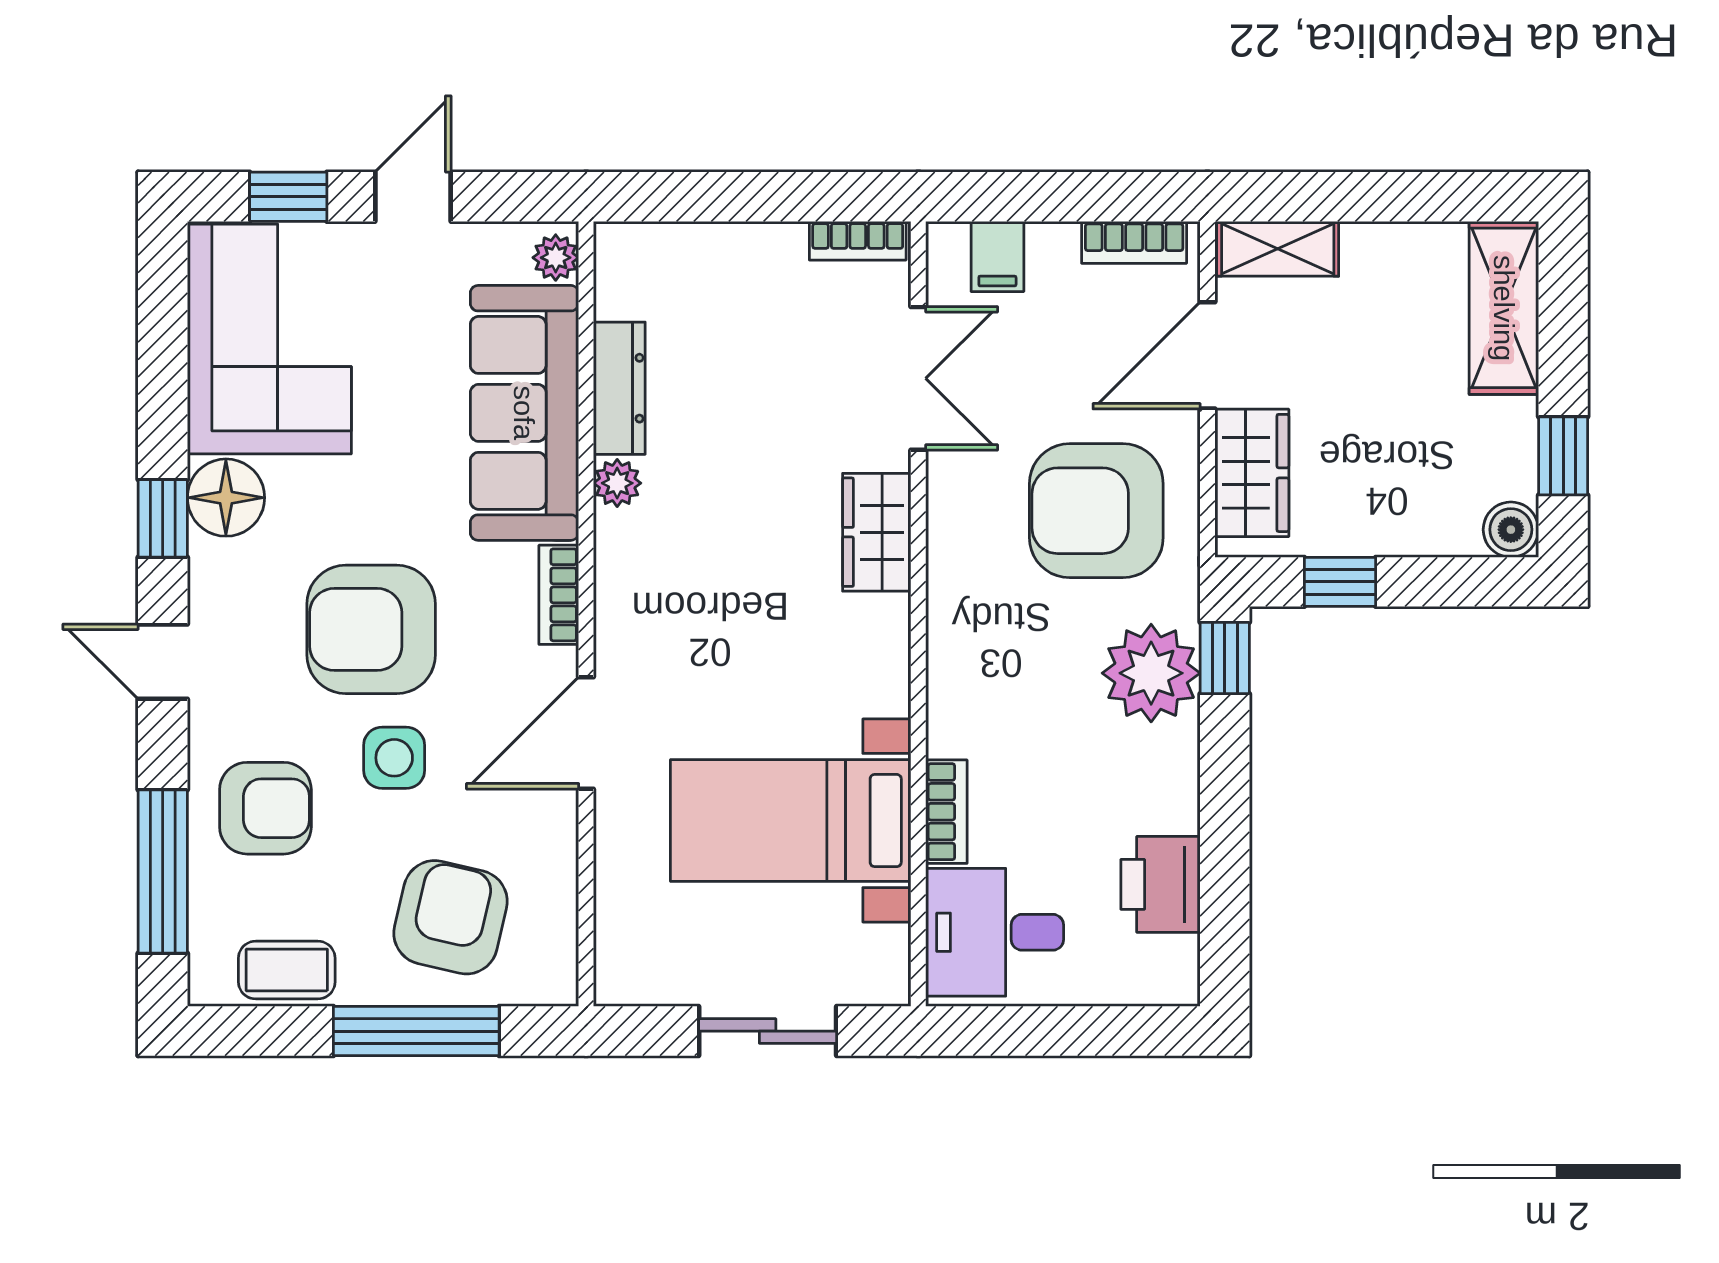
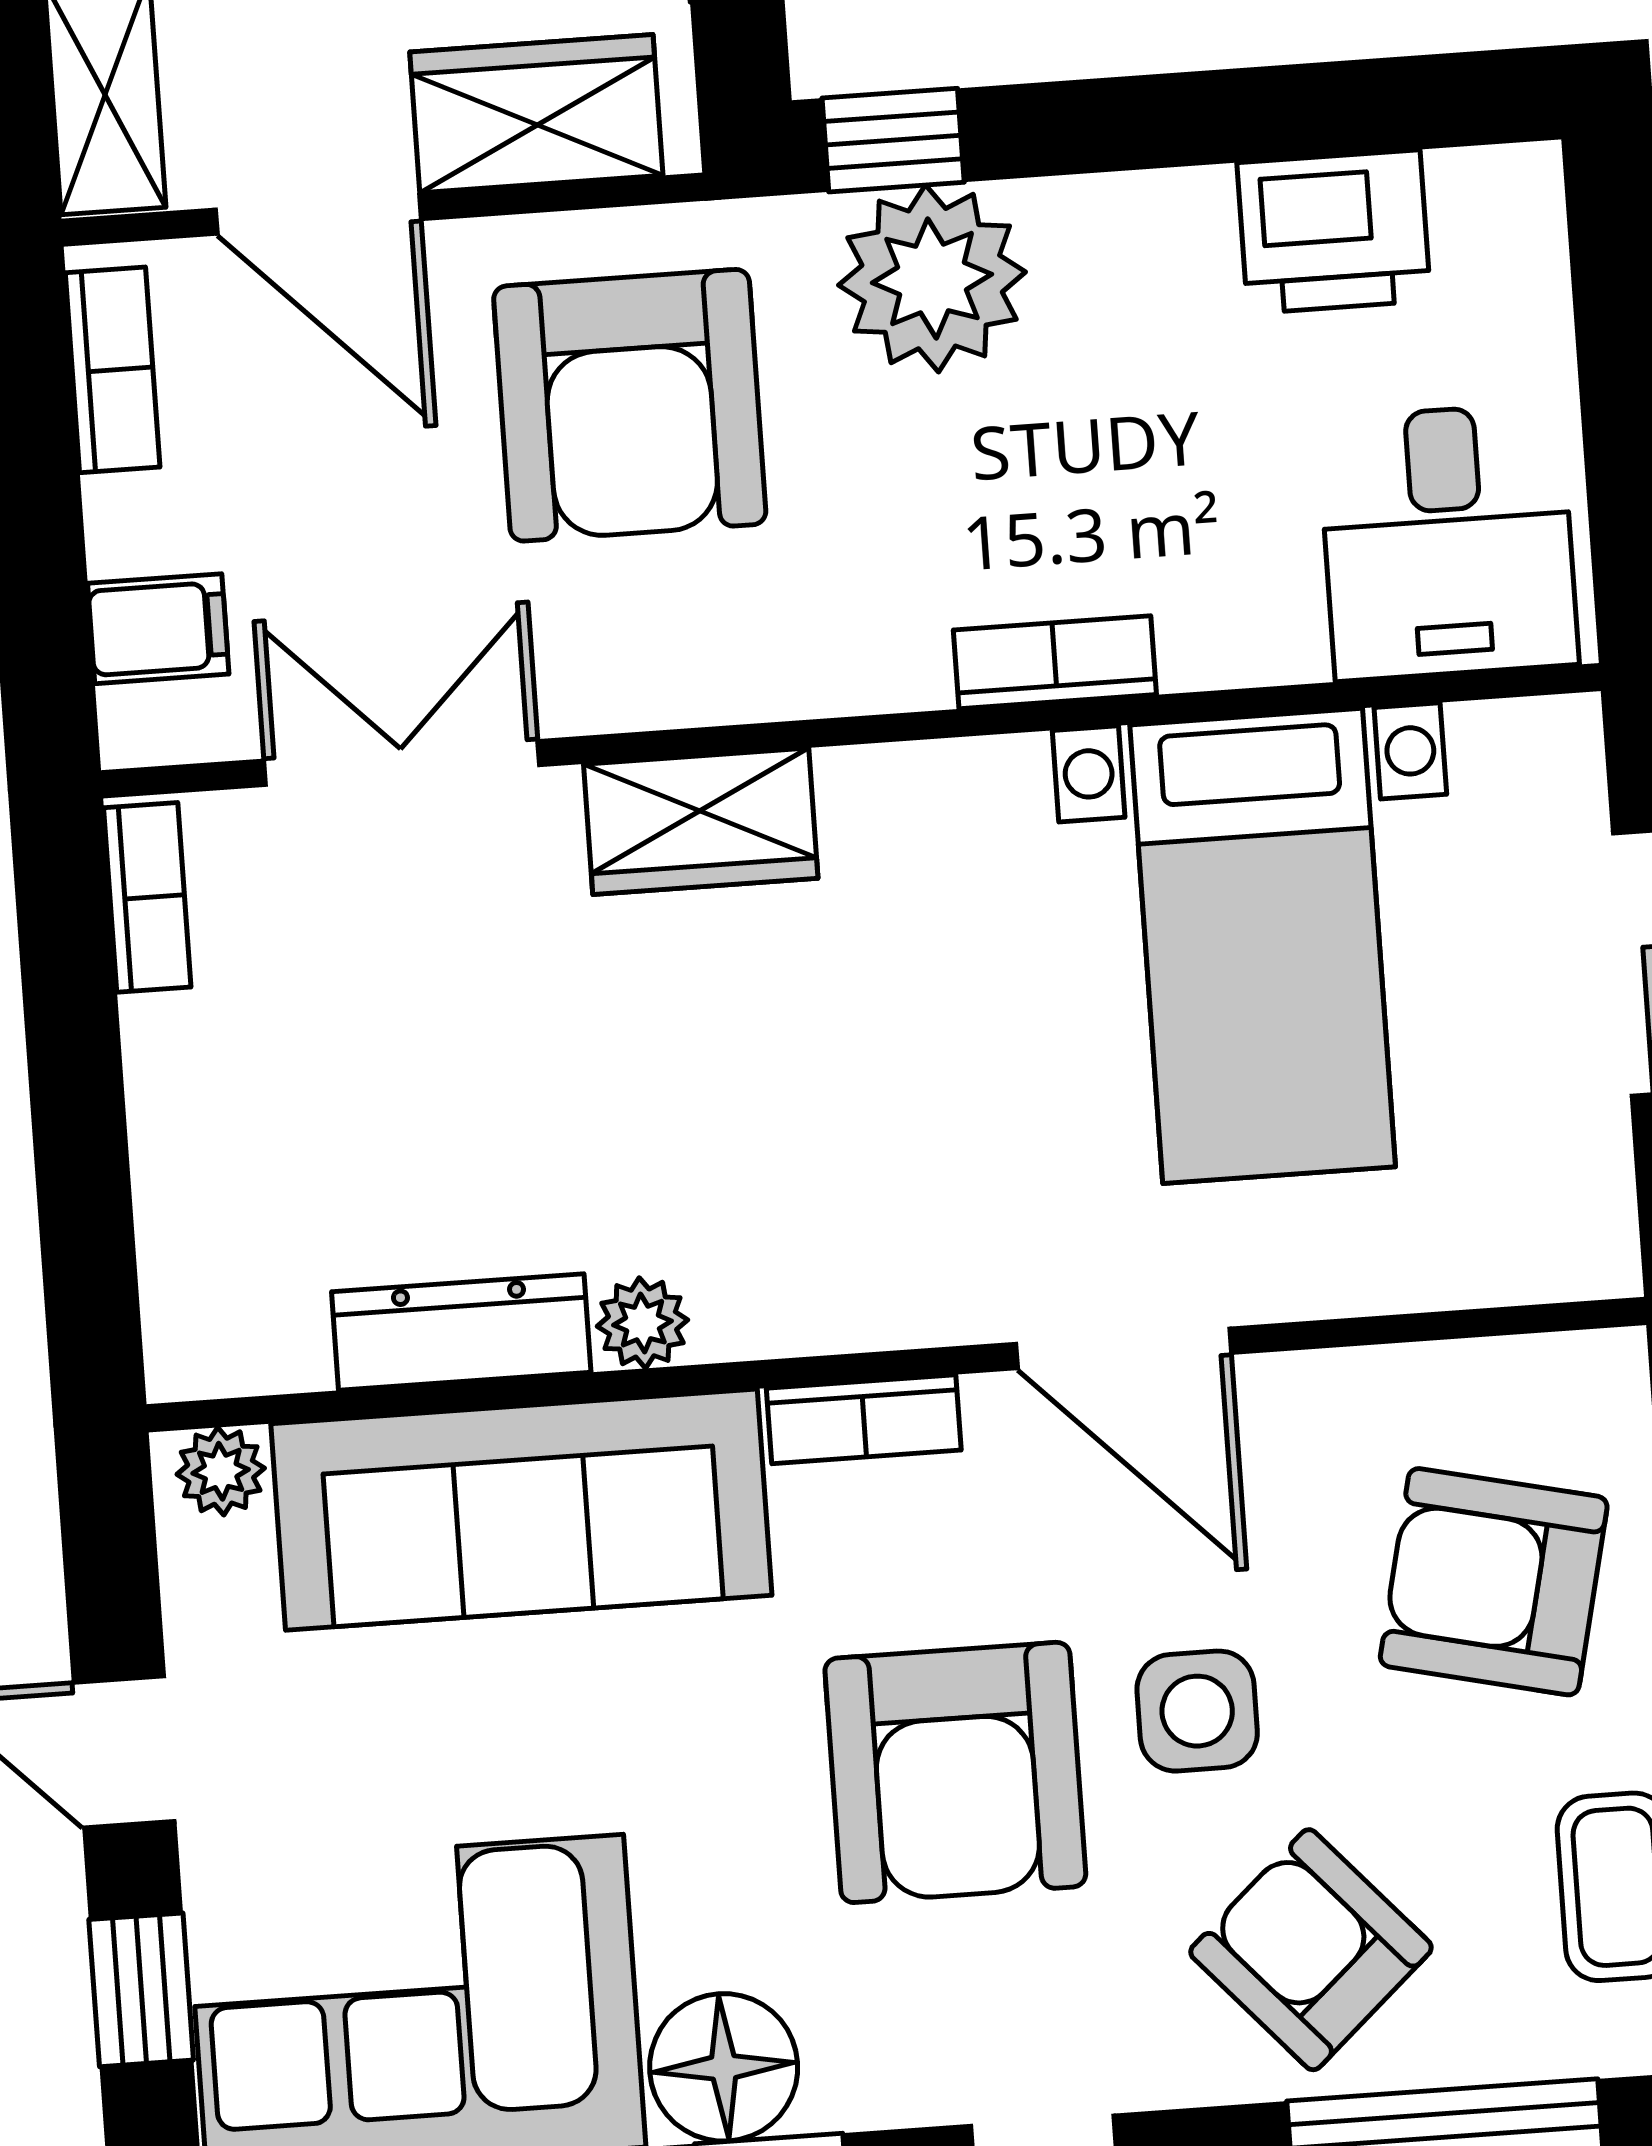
armchair: (265, 808) -> (1311, 1950), turned -42
bookcase: (946, 812) -> (1055, 662), moved

